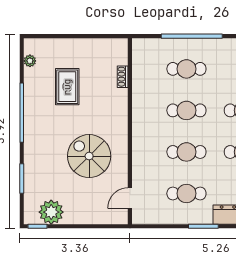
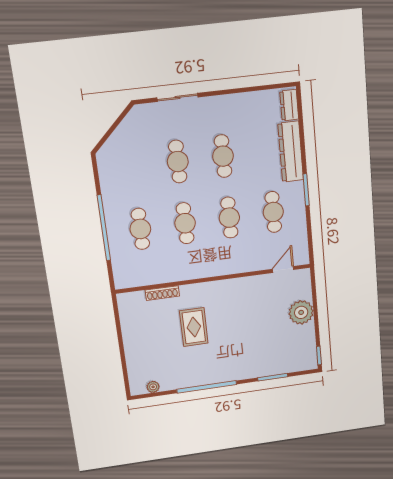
shoe rack: (123, 77) -> (162, 293), width x1.43
rug: (67, 87) -> (194, 327), moved, turned 90
spiral stairs: (89, 156) -> (244, 316), removed
door: (130, 198) -> (283, 269), swing flipped
plant: (51, 212) -> (301, 312), moved

